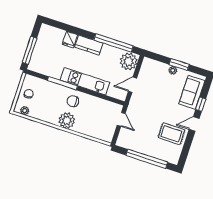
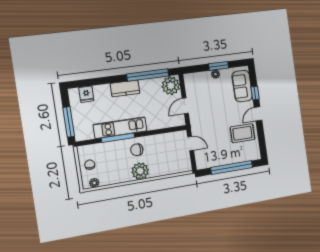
fridge: (70, 39) -> (86, 94), moved
kitchen unit: (85, 81) -> (120, 128), moved

